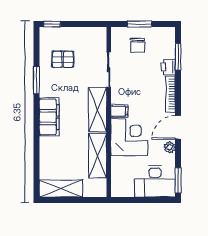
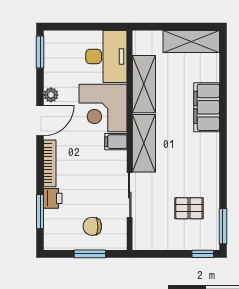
chair: (138, 45) -> (92, 226), turned -90
window: (36, 80) -> (223, 226), moved
filing cabinet: (49, 117) -> (207, 107), moved
desk: (155, 181) -> (106, 56), moved, turned 90

